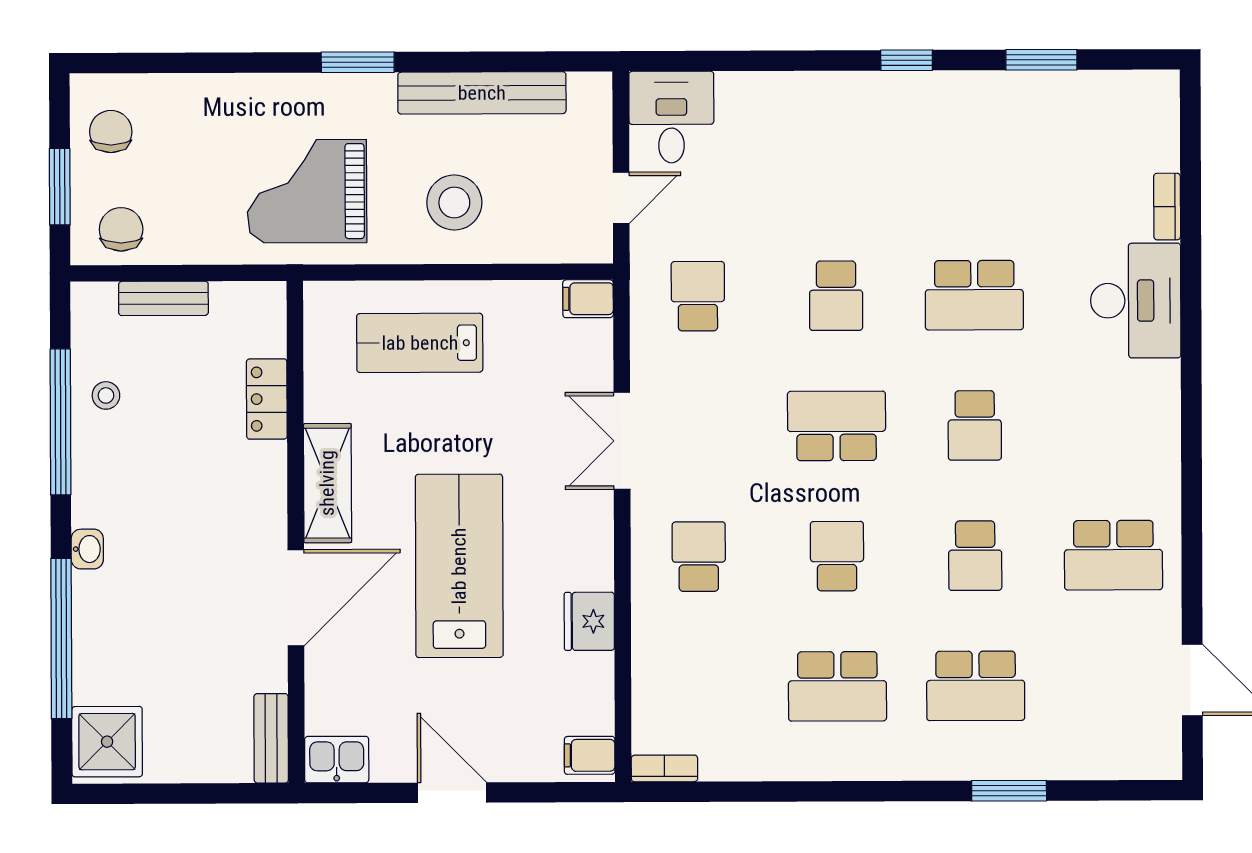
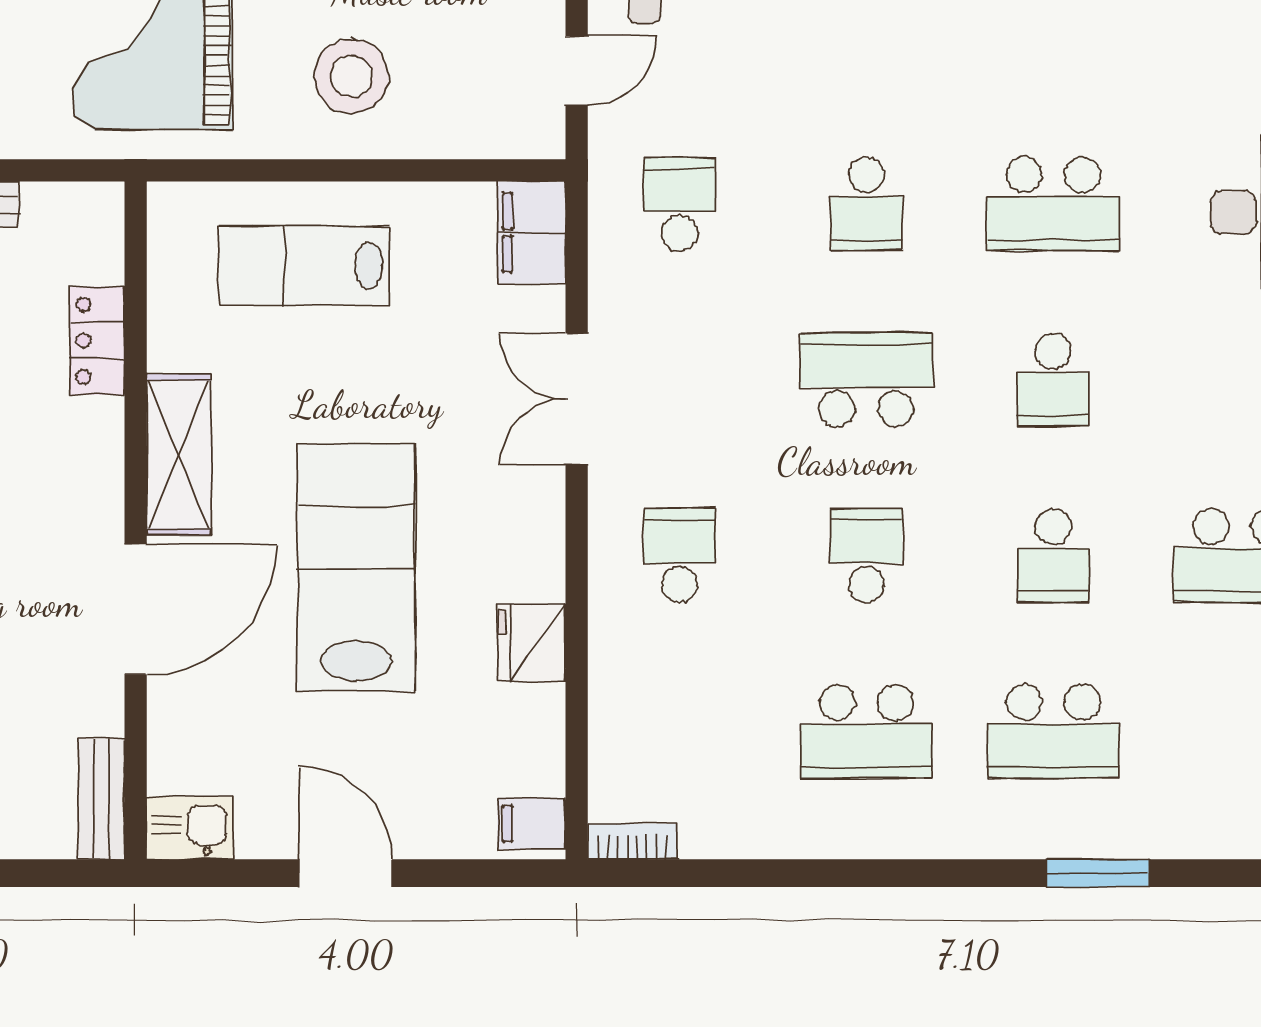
filing cabinet: (588, 299) -> (531, 232), width x2.00

